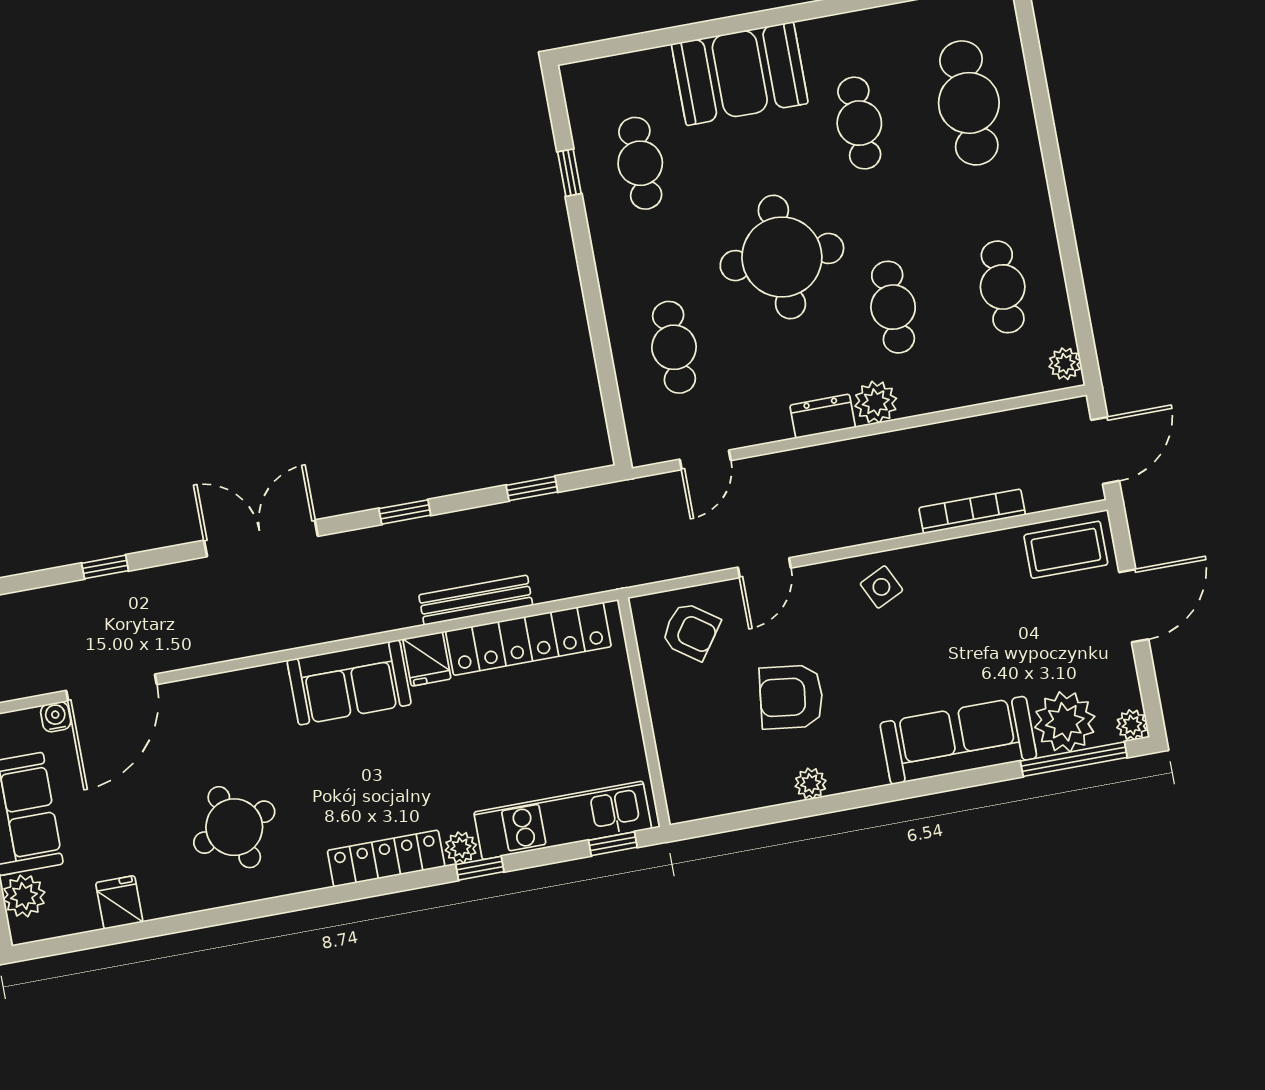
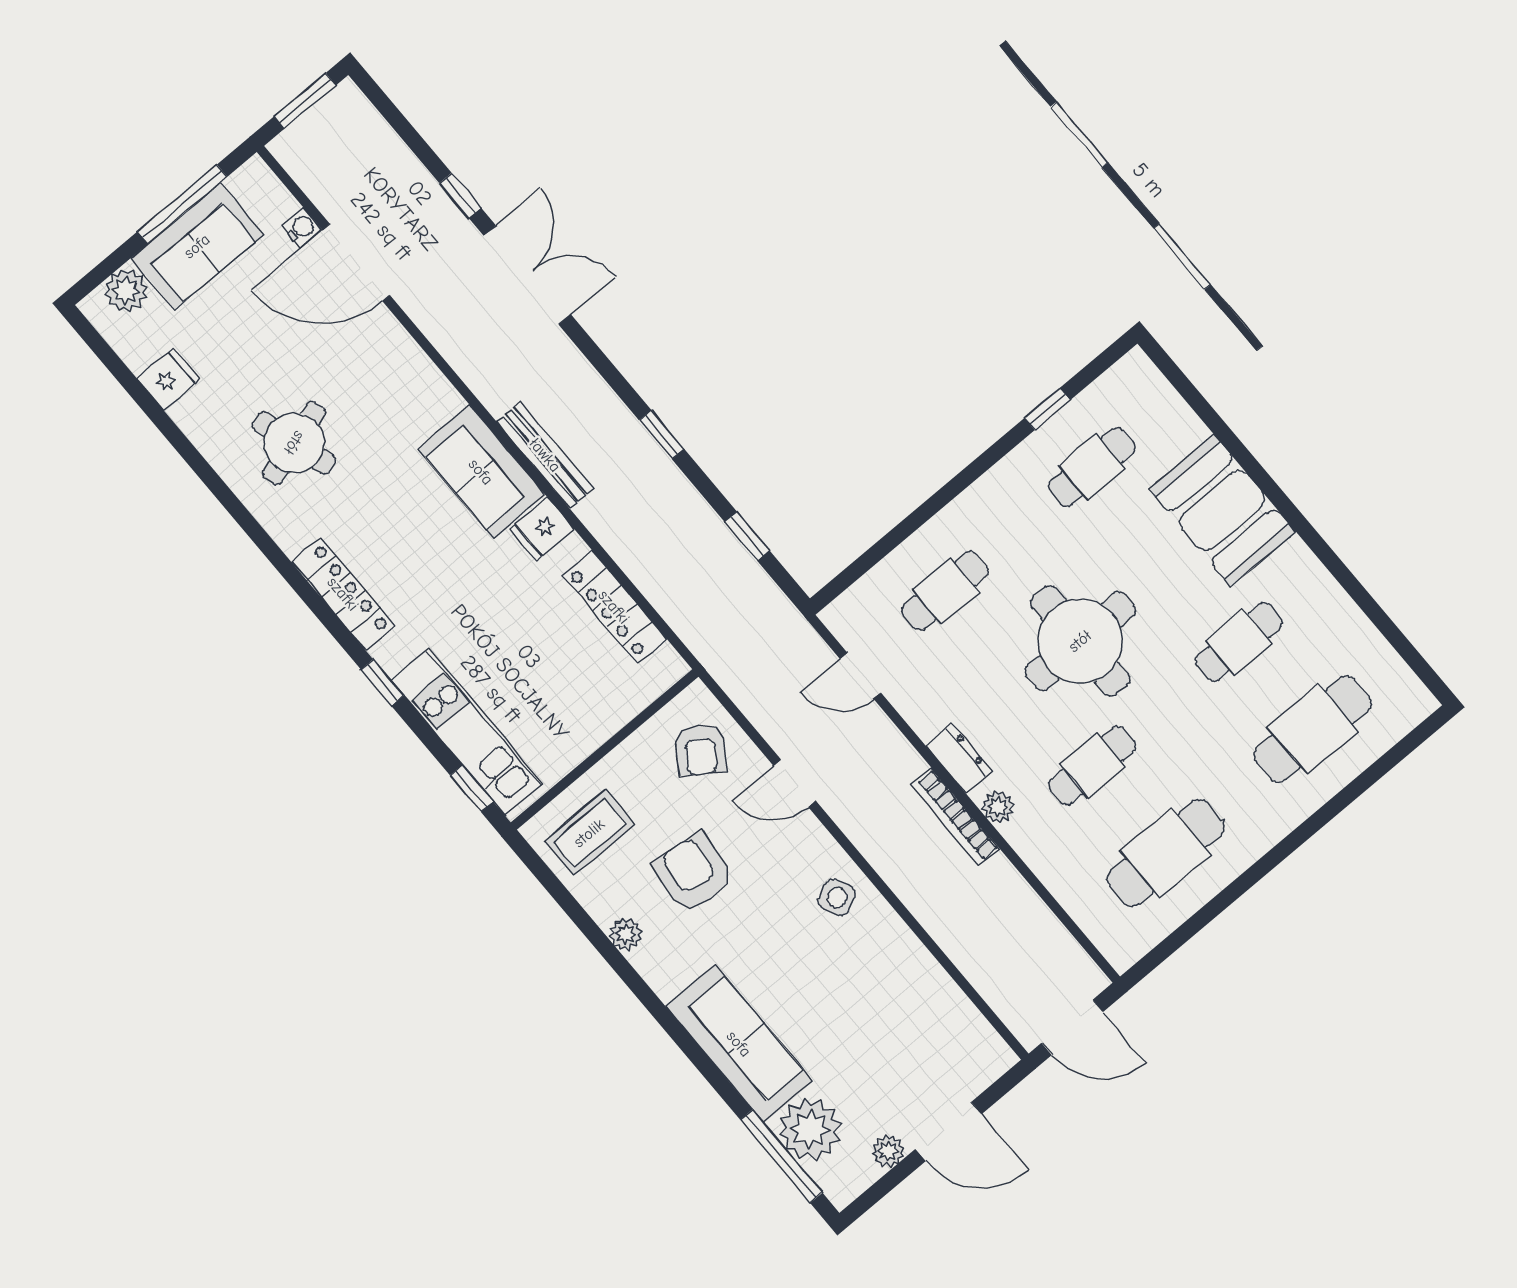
cafe table: (1003, 287) -> (1166, 853), width x1.37, depth x1.35
plant: (1065, 364) -> (1129, 947), removed
plant: (876, 402) -> (998, 807), width x0.73, depth x0.73
bookcase: (972, 511) -> (955, 817), moved, turned 180
double door: (261, 538) -> (527, 275), moved
coffee table: (1066, 550) -> (589, 833), moved, turned 90
bench: (476, 600) -> (545, 455), moved
locker: (528, 639) -> (614, 607), width x0.71, depth x0.83
plant: (1132, 725) -> (888, 1151), moved
plant: (461, 848) -> (391, 655), removed

